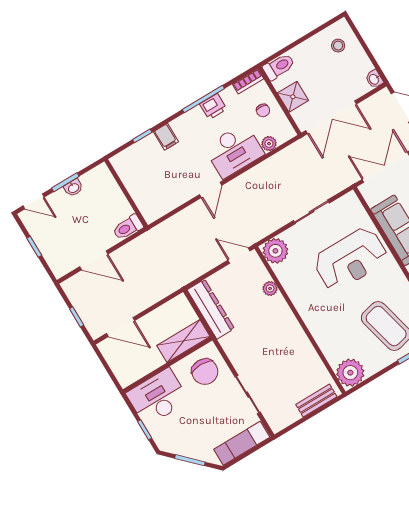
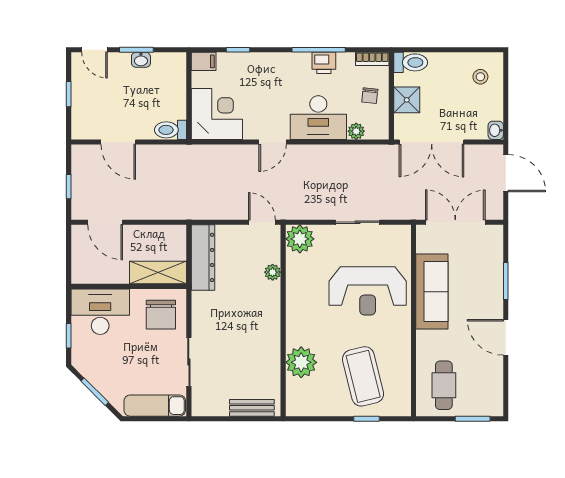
filing cabinet: (166, 137) -> (204, 61), moved, turned -90
corner desk: (156, 194) -> (217, 114), added
plant: (350, 373) -> (301, 362), moved

